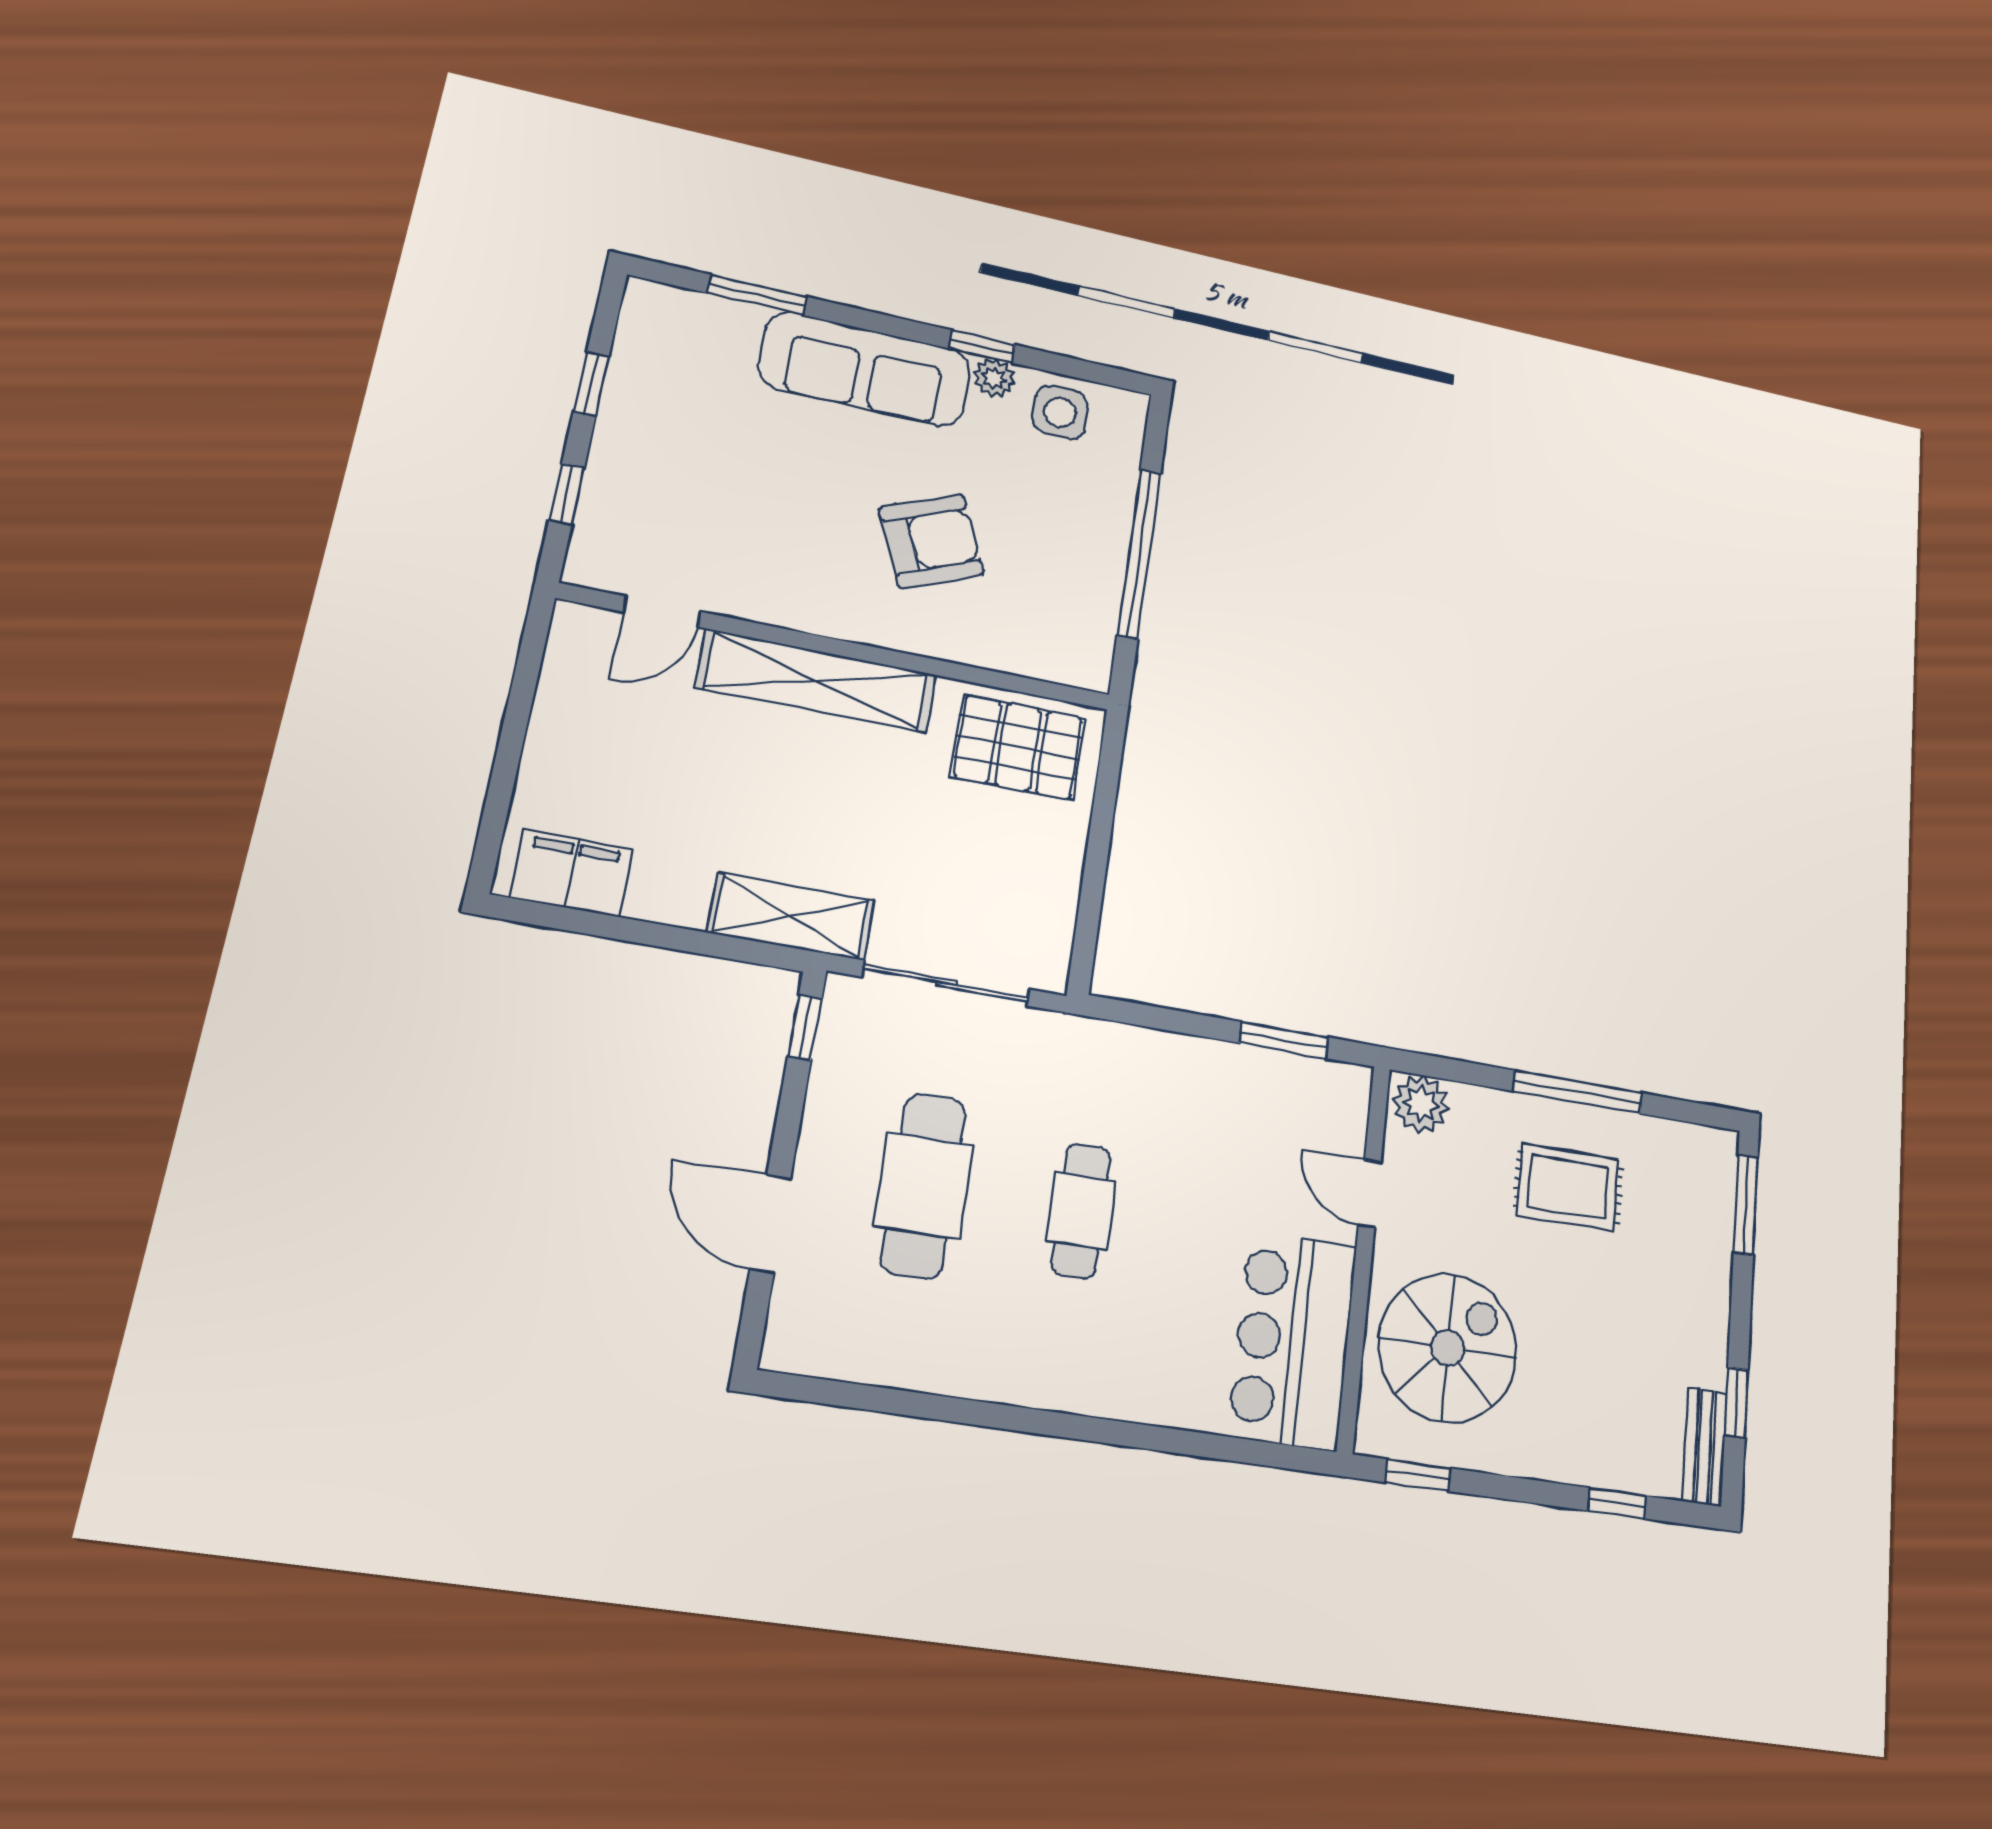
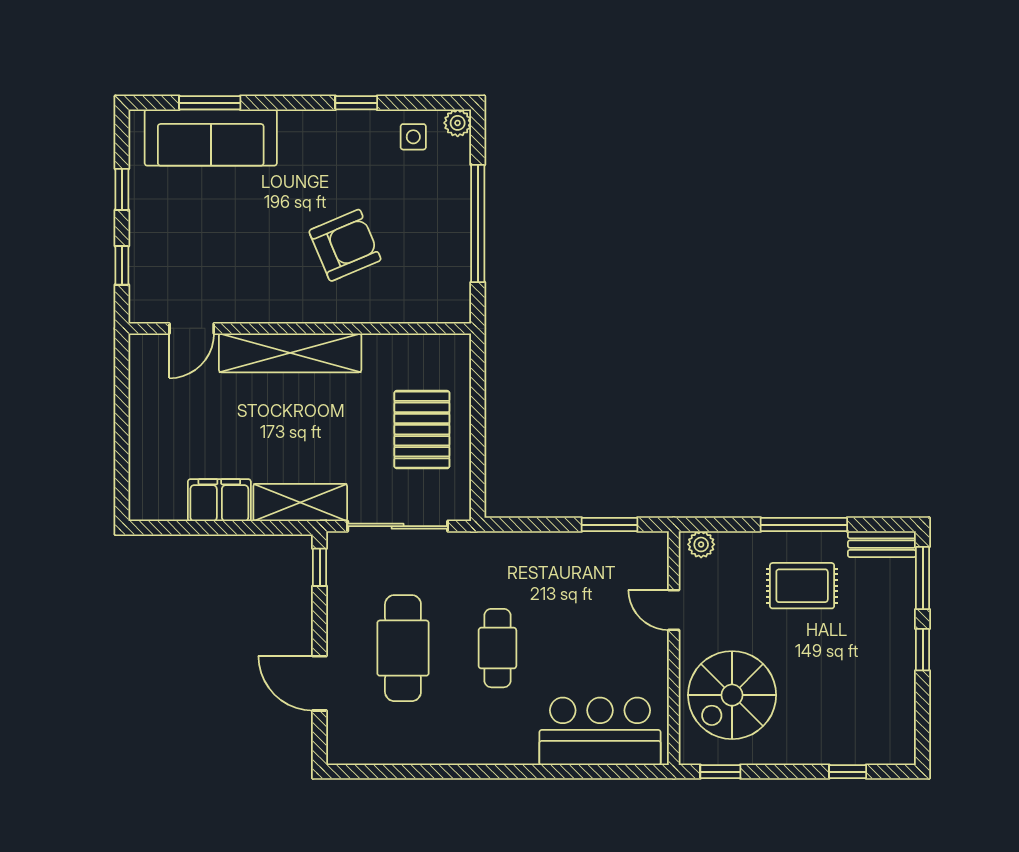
sofa: (865, 369) -> (211, 137), moved
plant: (994, 378) -> (458, 123), moved
side table: (1060, 412) -> (413, 137), width x0.73, depth x0.73
pallet: (1018, 747) -> (422, 430), moved, turned 90
filing cabinet: (572, 873) -> (219, 500), moved
plant: (1421, 1104) -> (701, 544), width x0.73, depth x0.73
bar counter: (1293, 1340) -> (600, 731), moved, turned 90
spiral stairs: (1448, 1348) -> (732, 695), turned 180
window: (1736, 1403) -> (923, 650), moved
bench: (1705, 1447) -> (882, 544), moved, turned 90

